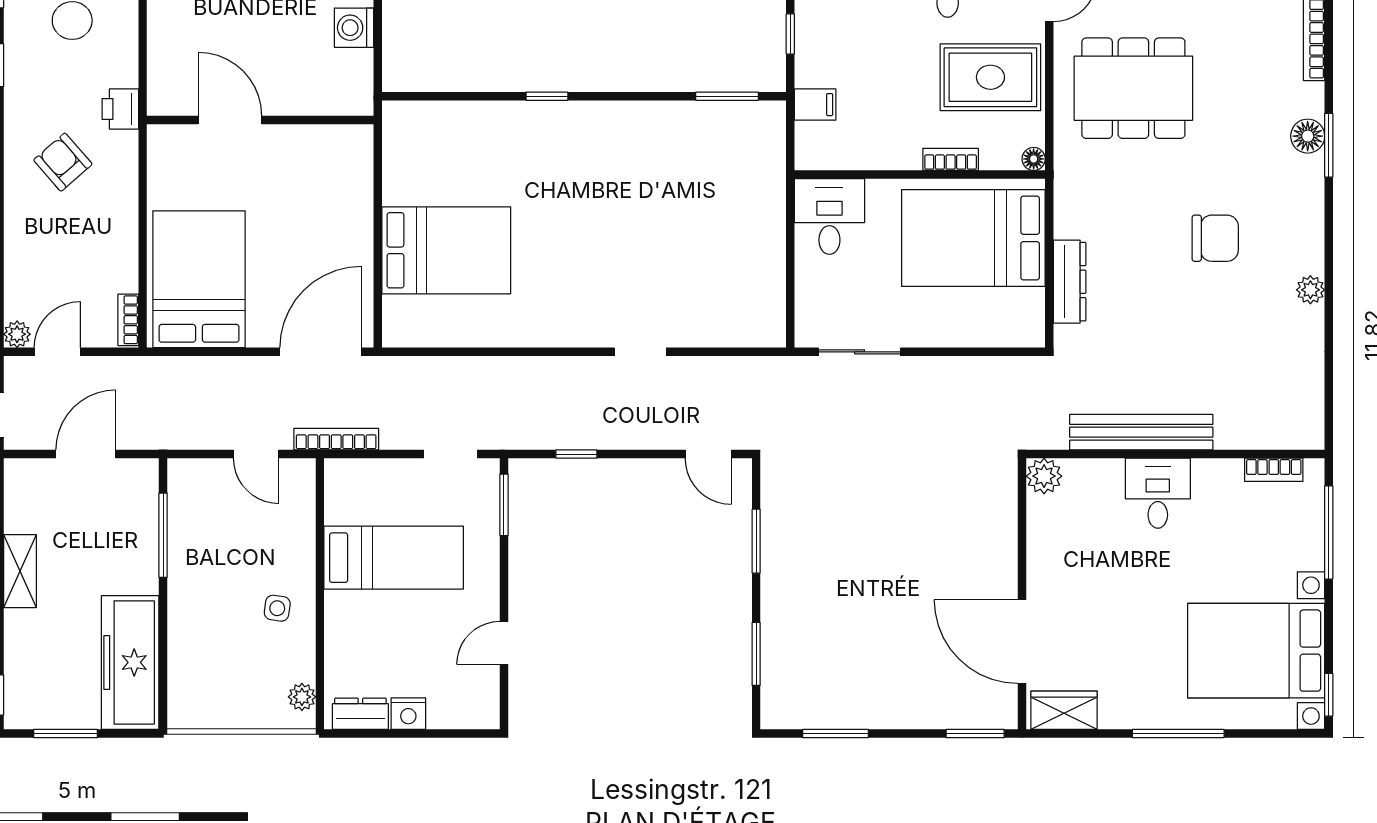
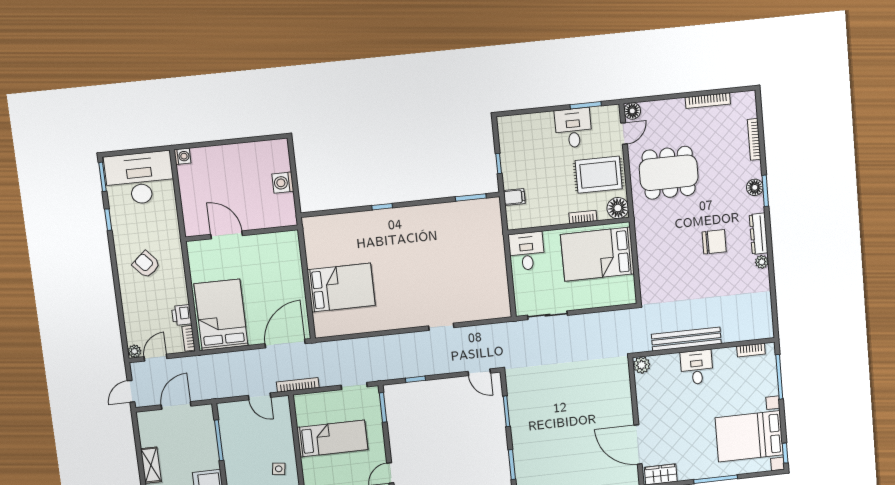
printer: (120, 109) -> (182, 315), moved
floor lamp: (1034, 159) -> (618, 208), width x1.89, depth x1.89
dresser: (1070, 282) -> (759, 234), moved, turned 180

